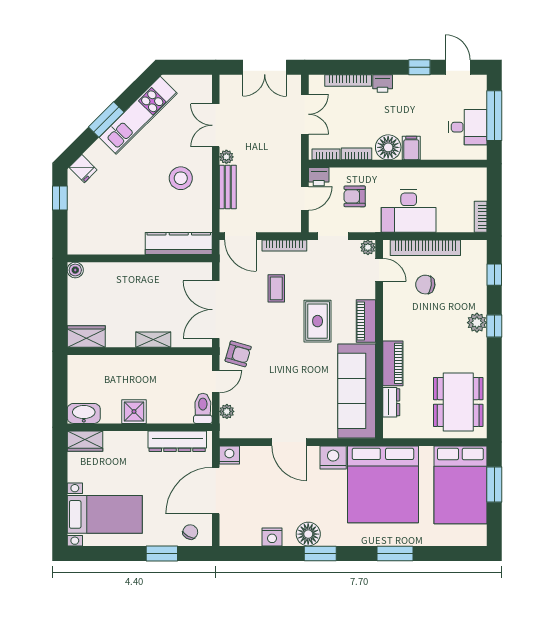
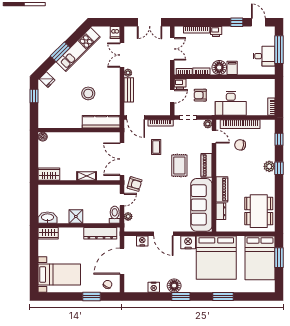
dishwasher: (204, 85) -> (115, 33), added
stool: (181, 178) -> (88, 93), moved
nightstand: (229, 455) -> (142, 241), moved

